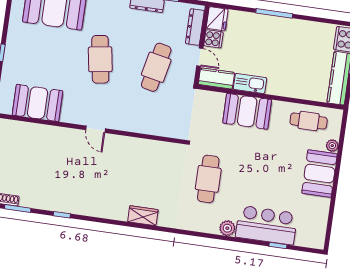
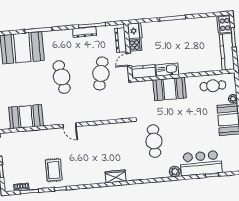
door: (200, 57) -> (129, 60), swing flipped
rug: (59, 187) -> (54, 170), added

